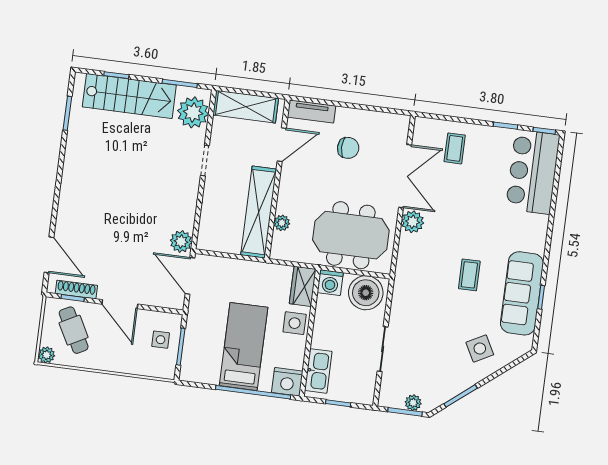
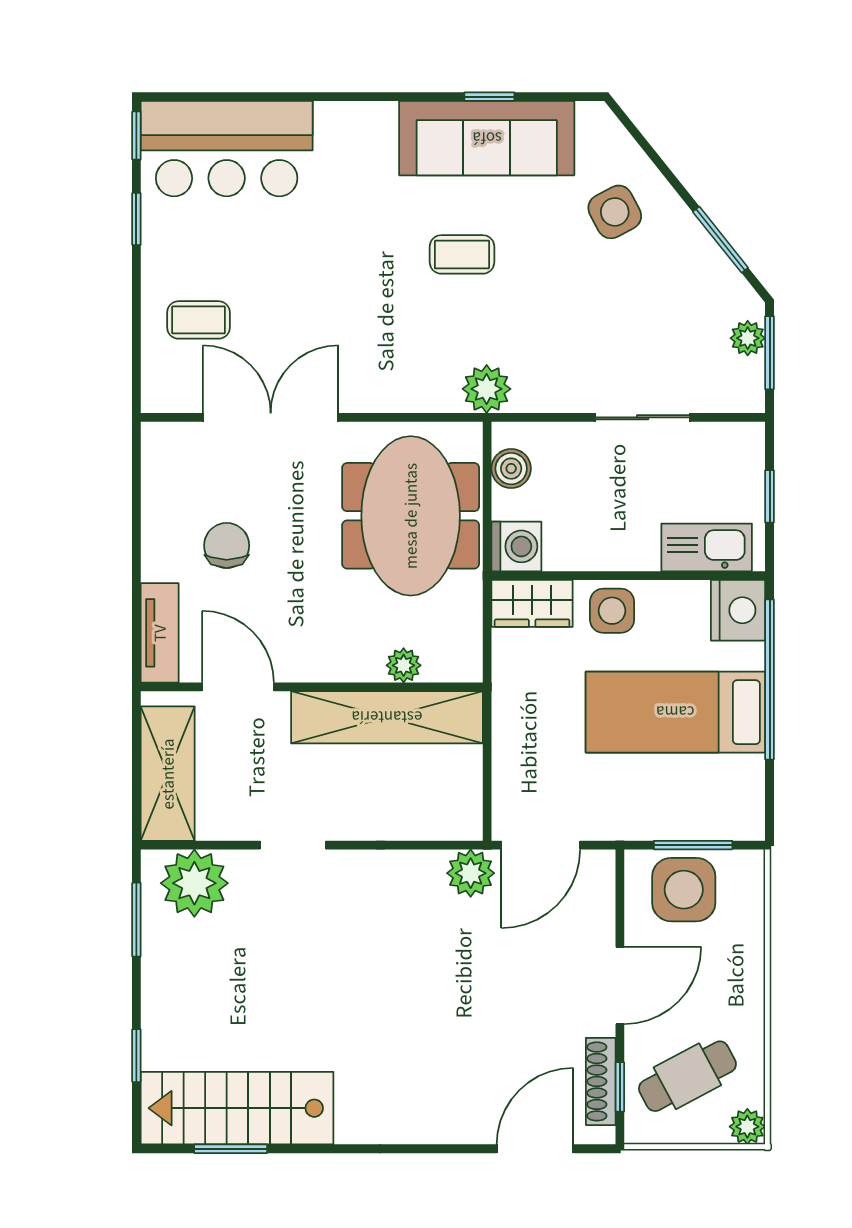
stairs: (129, 96) -> (237, 1108), moved, turned -90
plant: (413, 222) -> (487, 389), moved
boiler: (366, 293) -> (511, 469), width x0.54, depth x0.54
side table: (161, 340) -> (684, 890), width x1.87, depth x1.87

